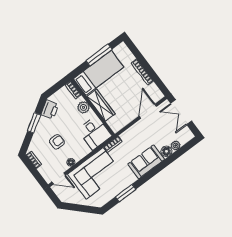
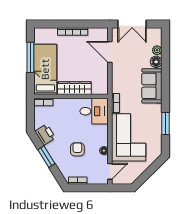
plant: (83, 107) -> (65, 104), removed

